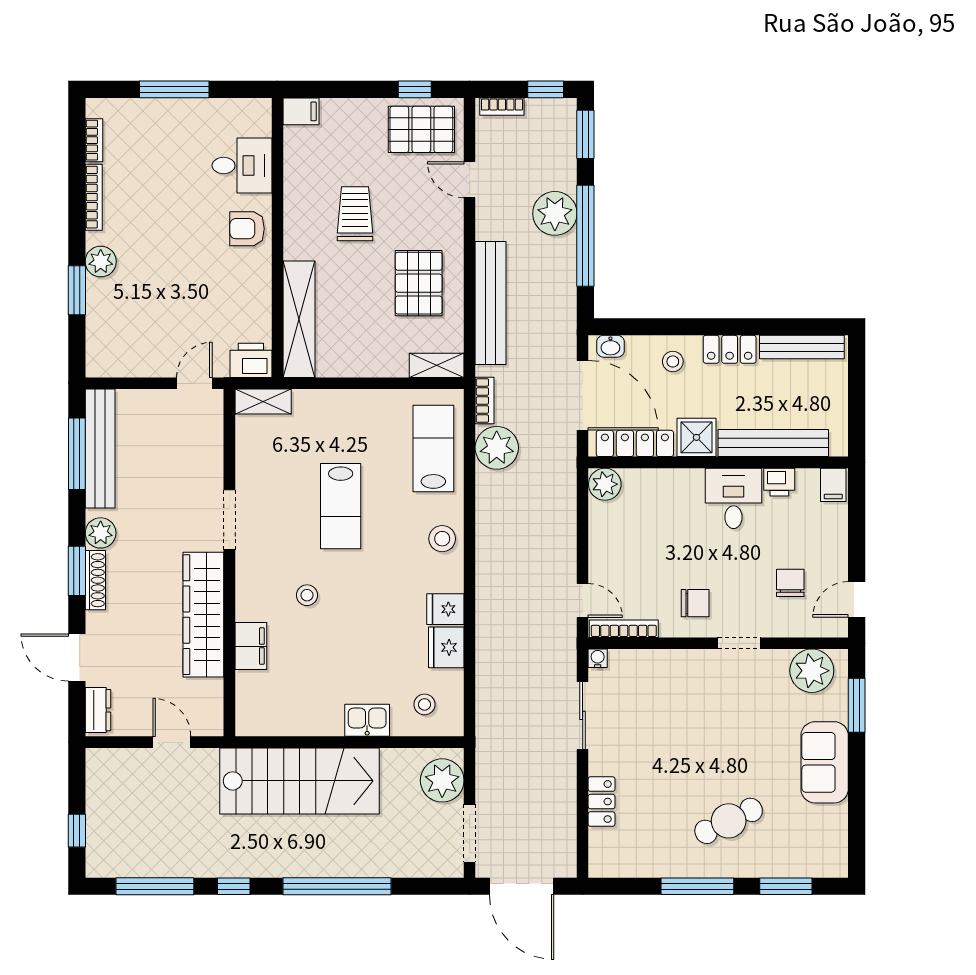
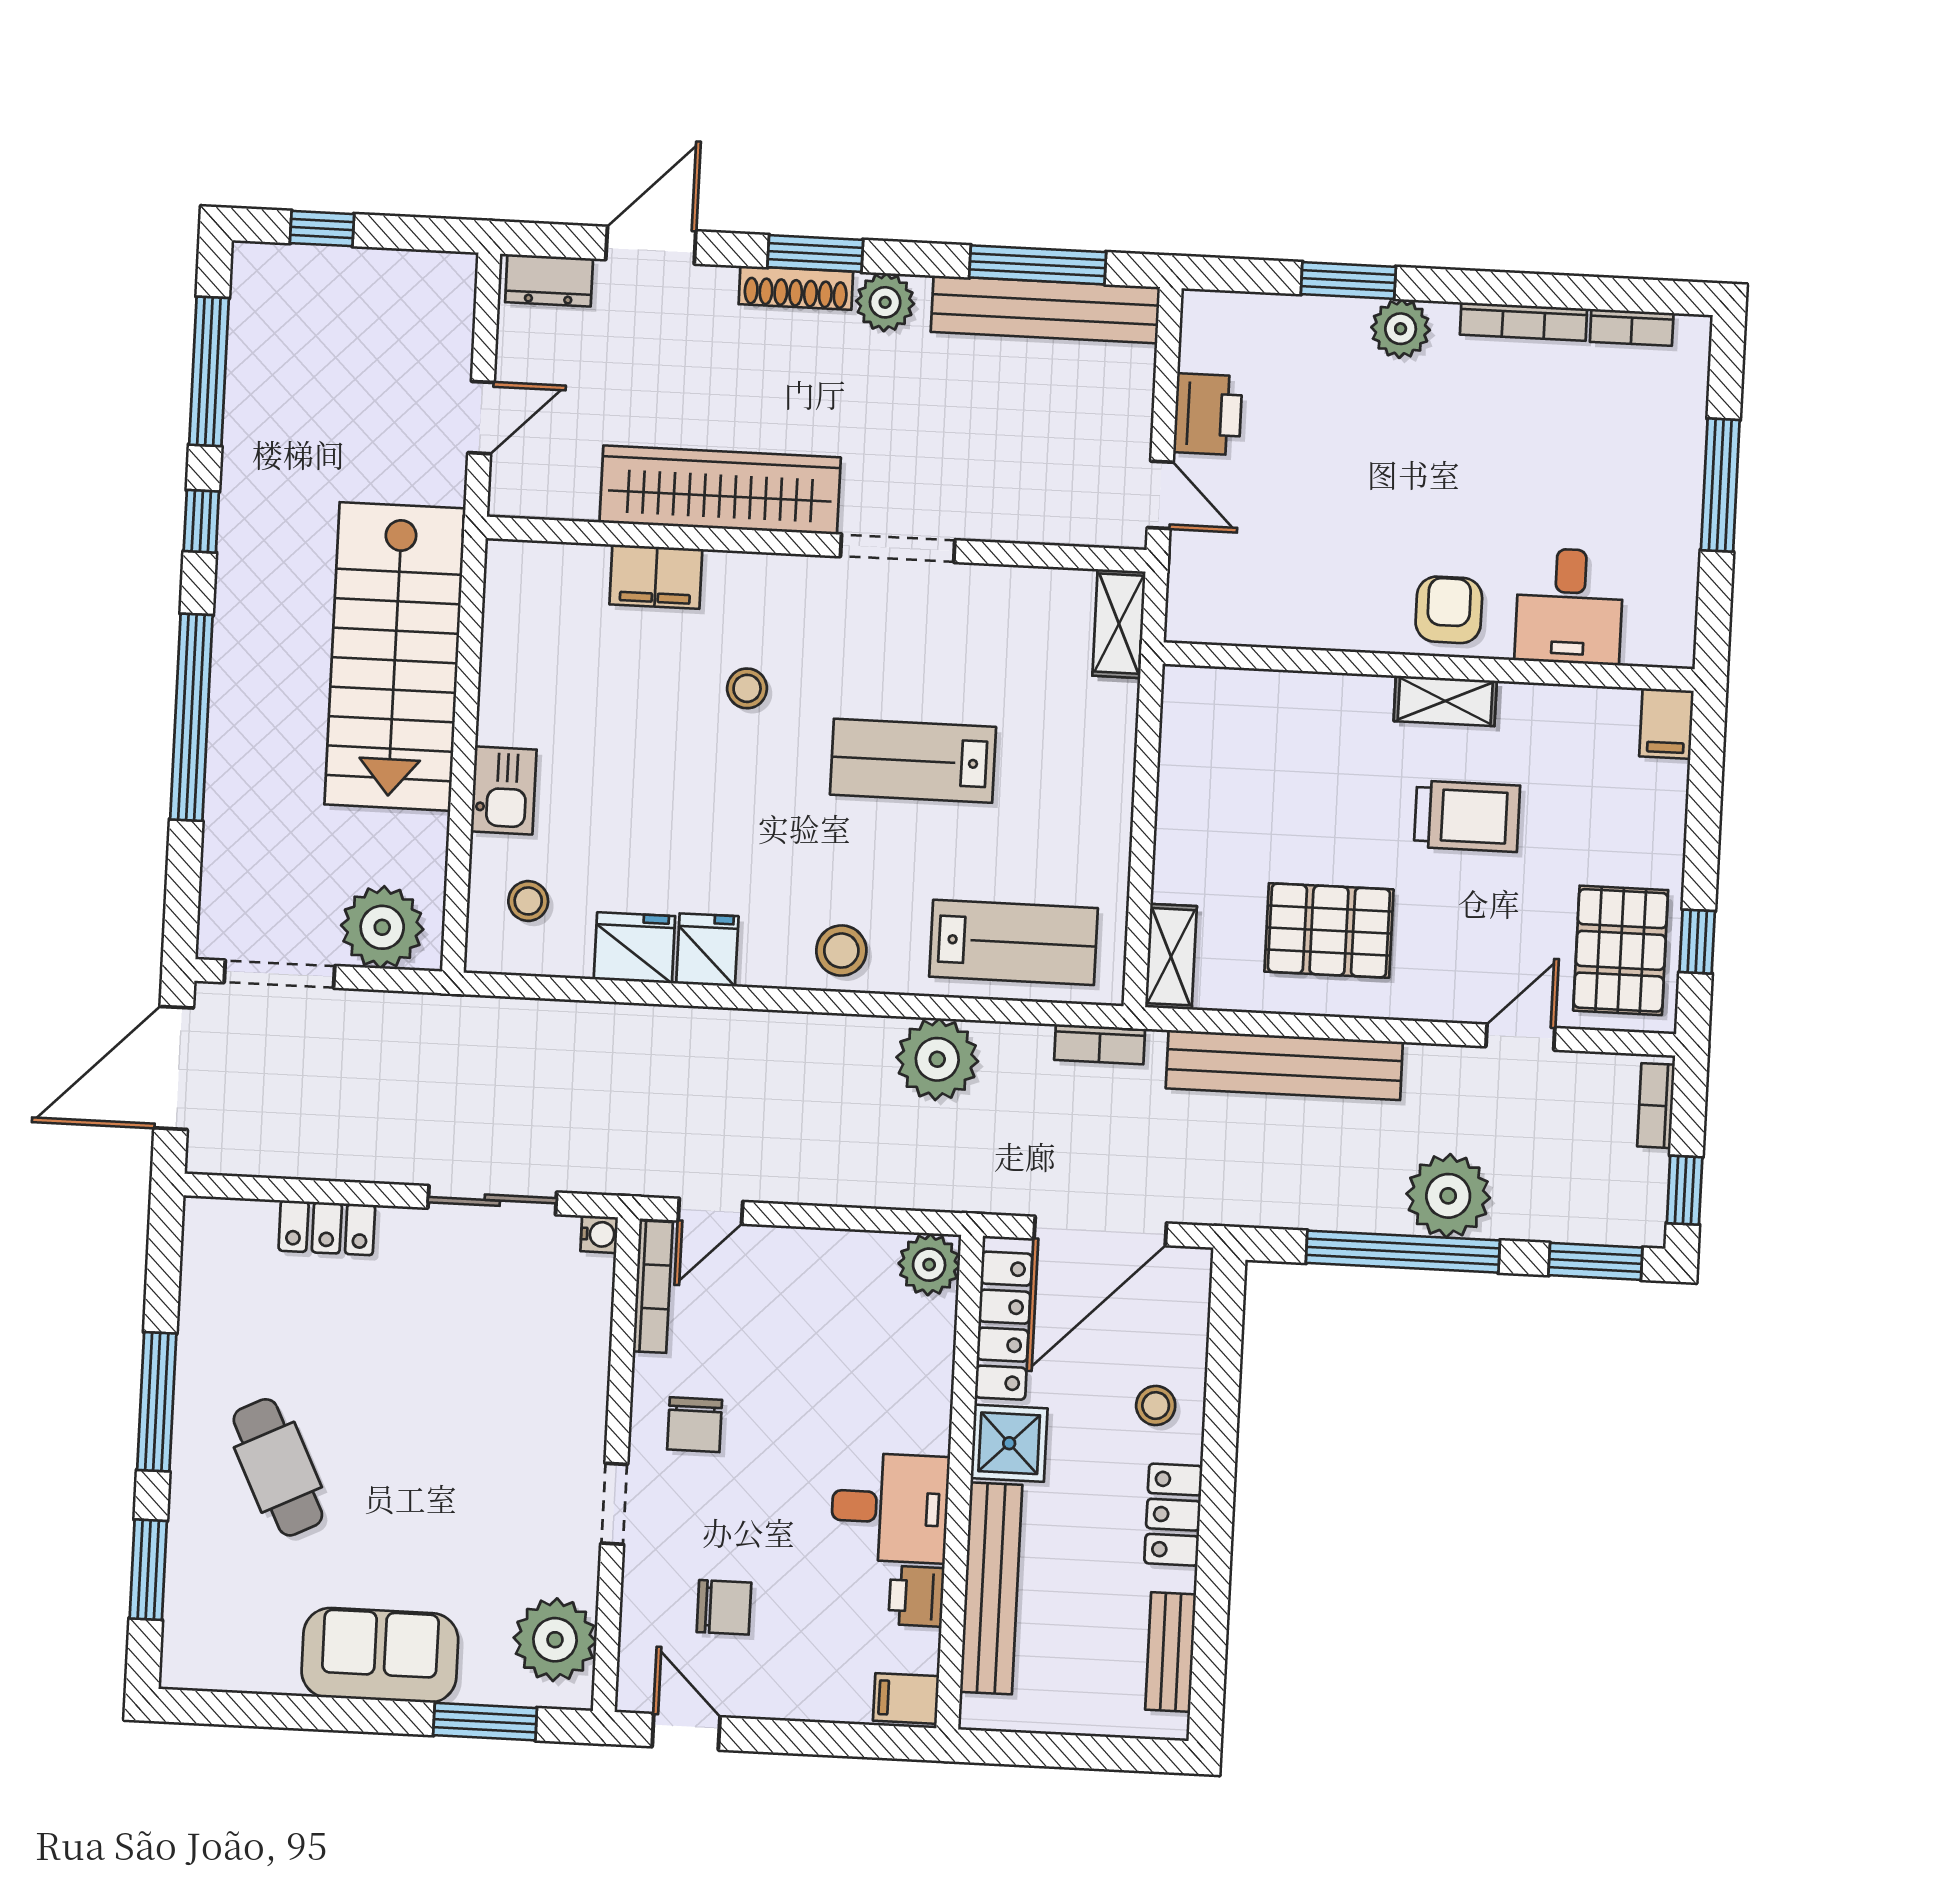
shelving: (299, 319) -> (1445, 701), moved, width x0.45, depth x0.75
washbasin: (610, 346) -> (1191, 1289), removed
bench: (802, 347) -> (1171, 1652), width x0.73
printer: (251, 360) -> (1208, 414), moved
plant: (497, 448) -> (937, 1059), moved

